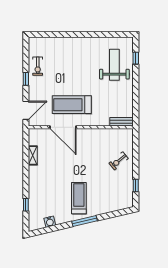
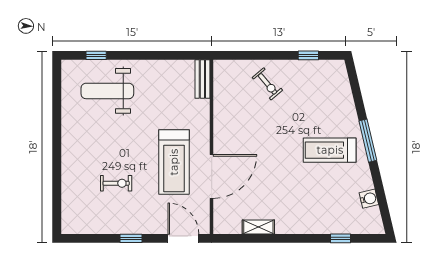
exercise bike: (38, 66) -> (116, 183), moved

